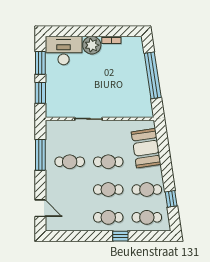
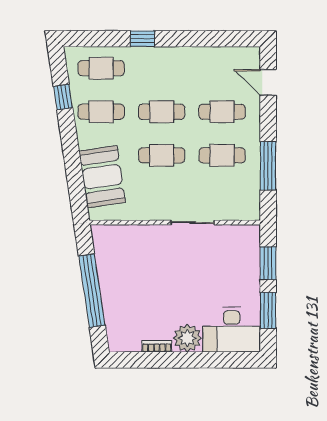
cafe table: (108, 217) -> (222, 112), moved

